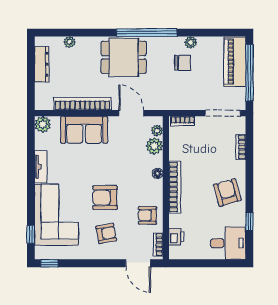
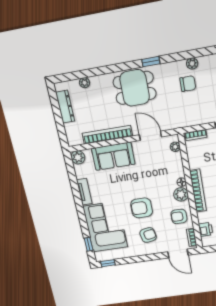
window: (147, 33) -> (151, 62), width x0.32
plant: (154, 146) -> (181, 194), moved

